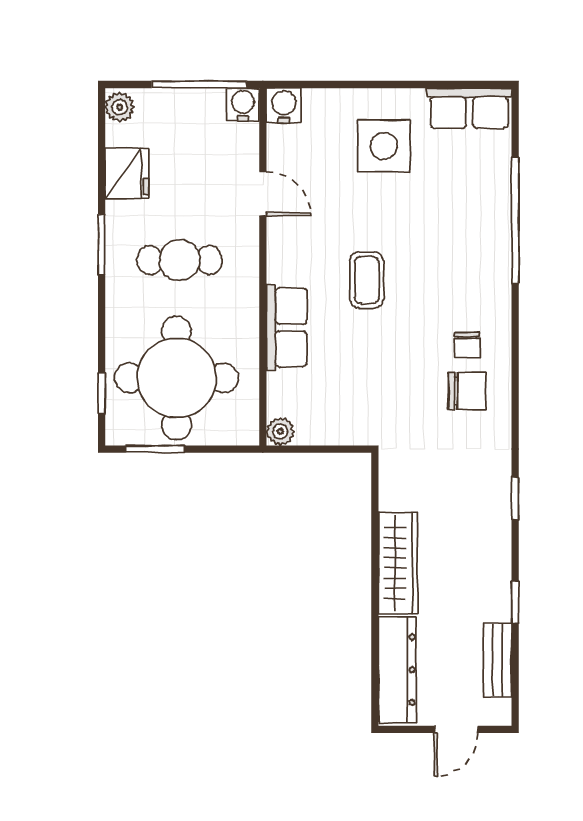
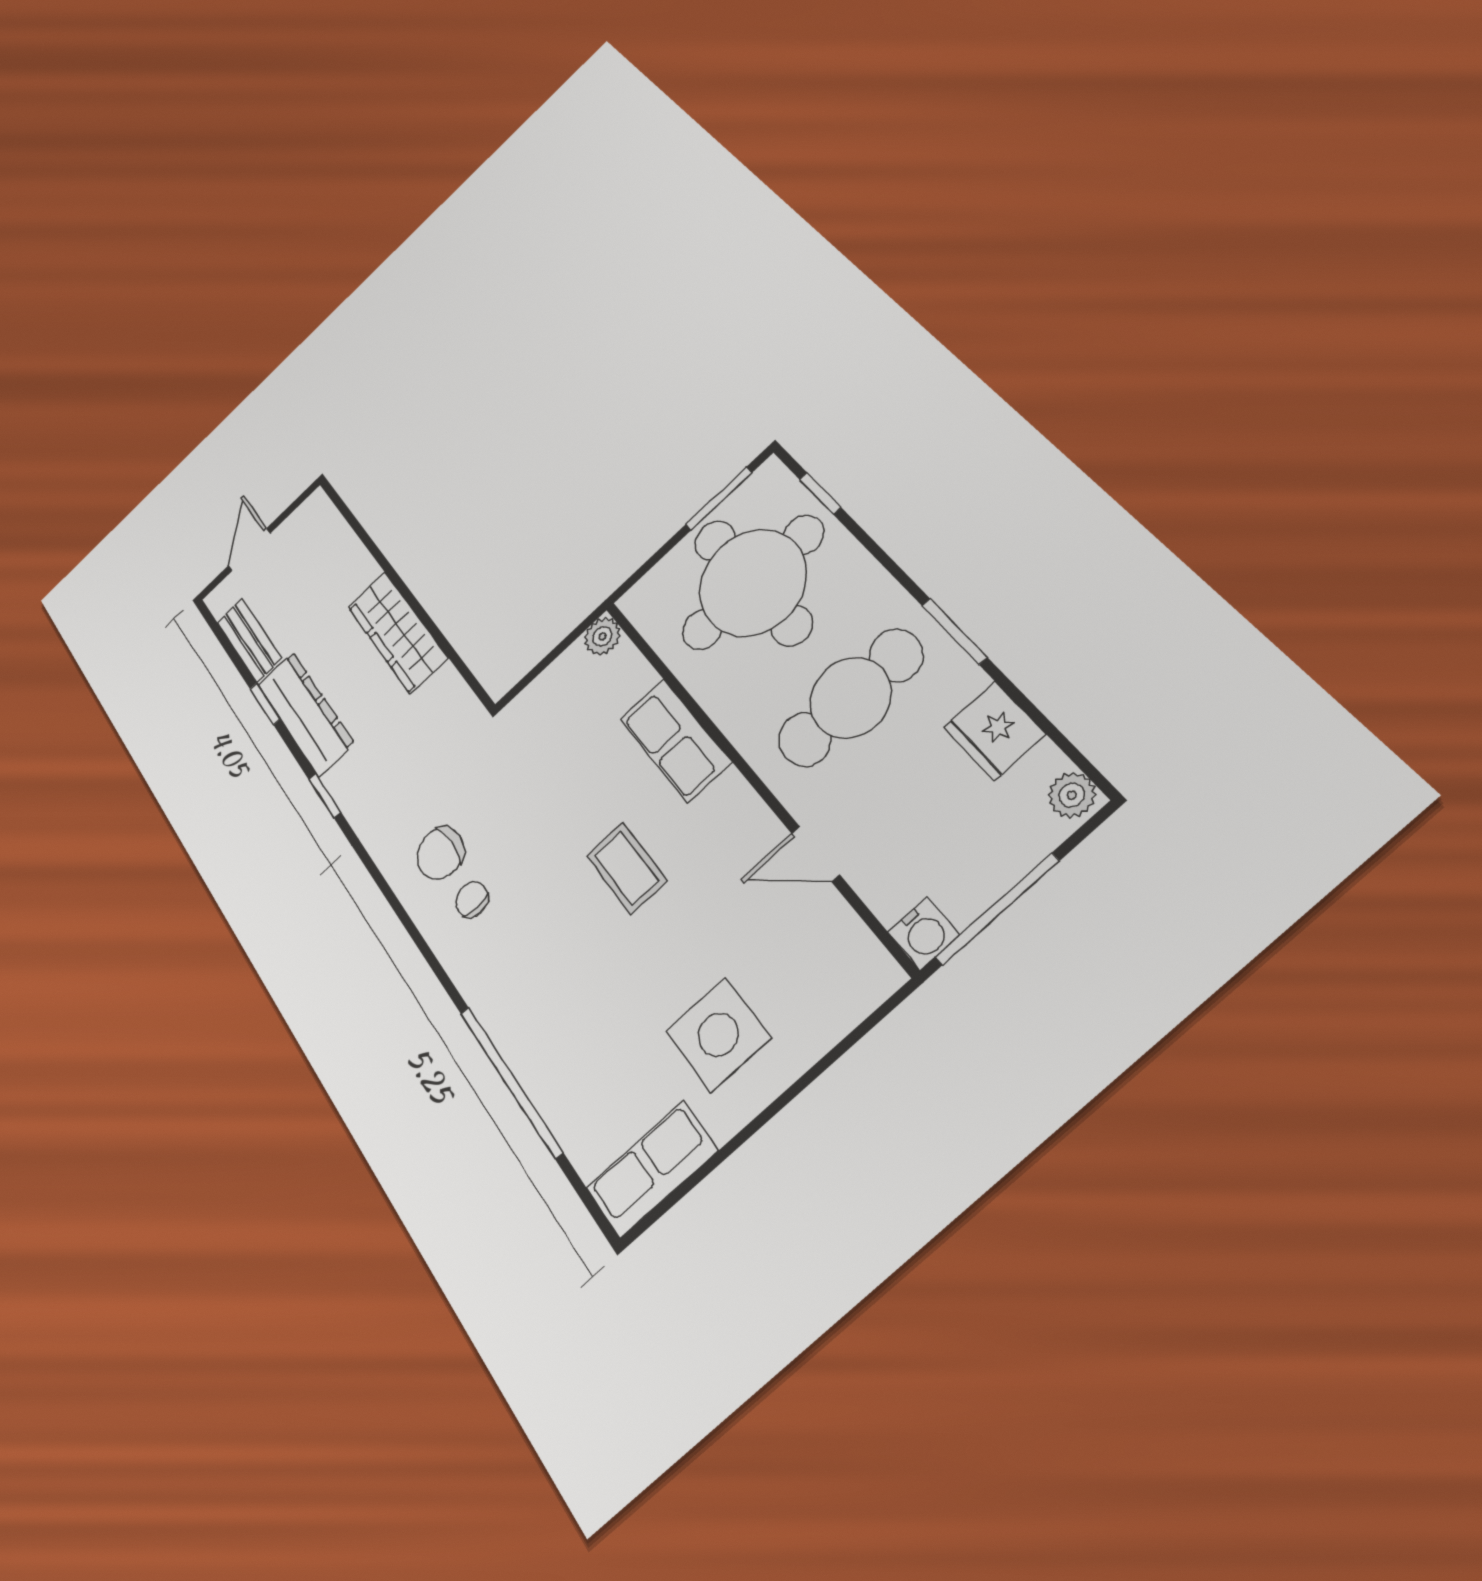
water cooler: (284, 105) -> (873, 976), removed
cafe table: (180, 260) -> (850, 698), width x1.37, depth x1.35
dresser: (397, 670) -> (305, 714), moved, turned 180

